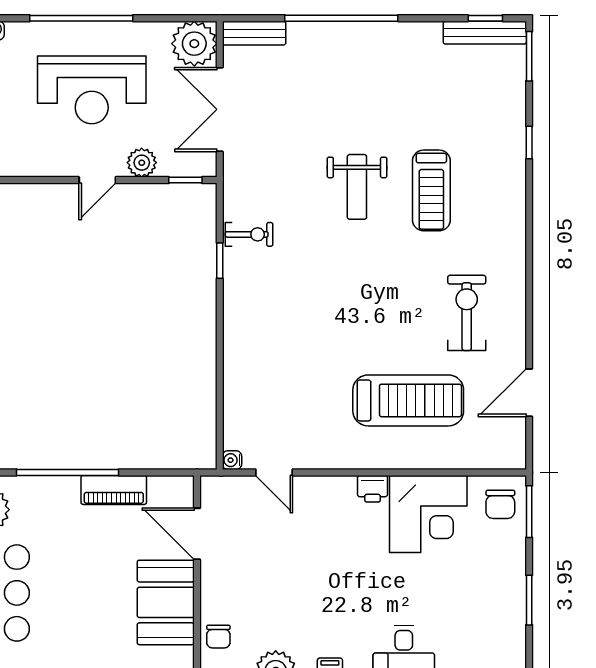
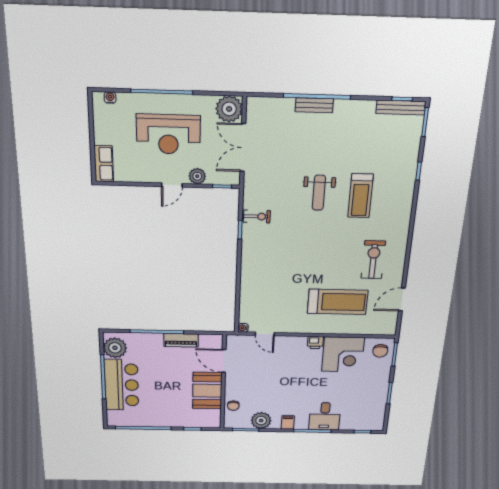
bench: (254, 33) -> (314, 105), moved

